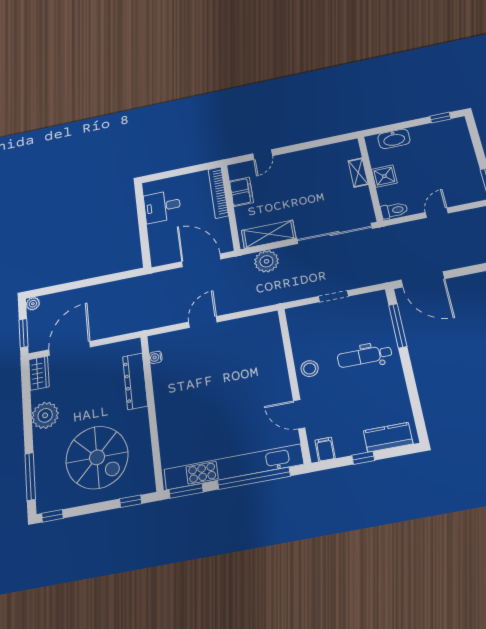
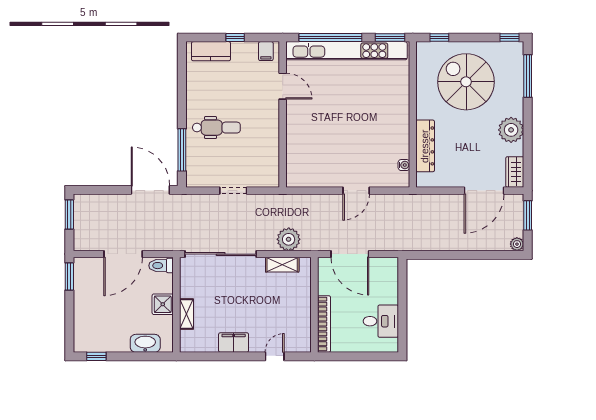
filing cabinet: (241, 192) -> (234, 342), moved, turned 90
door: (437, 213) -> (123, 254), width x1.87
shelving: (269, 234) -> (282, 265), width x0.67, depth x0.75
stool: (310, 369) -> (267, 126), removed

